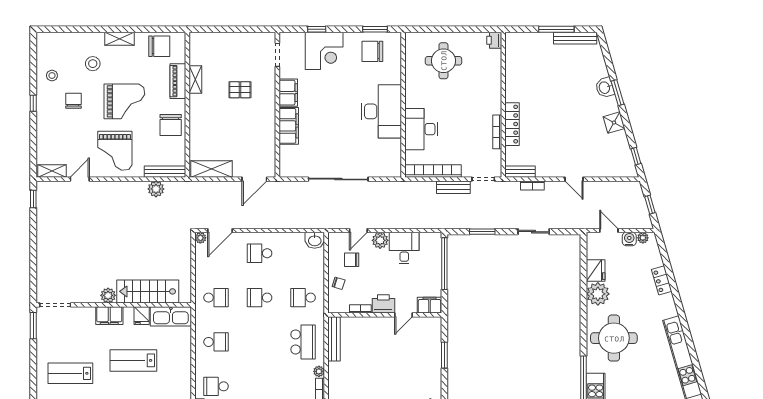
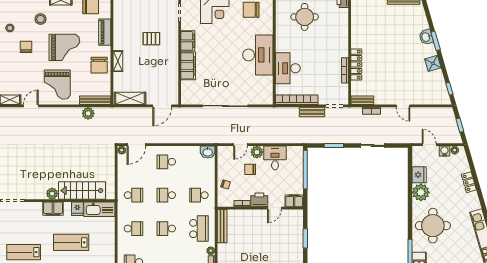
shelving: (195, 79) -> (118, 61), moved
chair: (352, 260) -> (250, 169), moved
school desk: (260, 342) -> (166, 229), added

